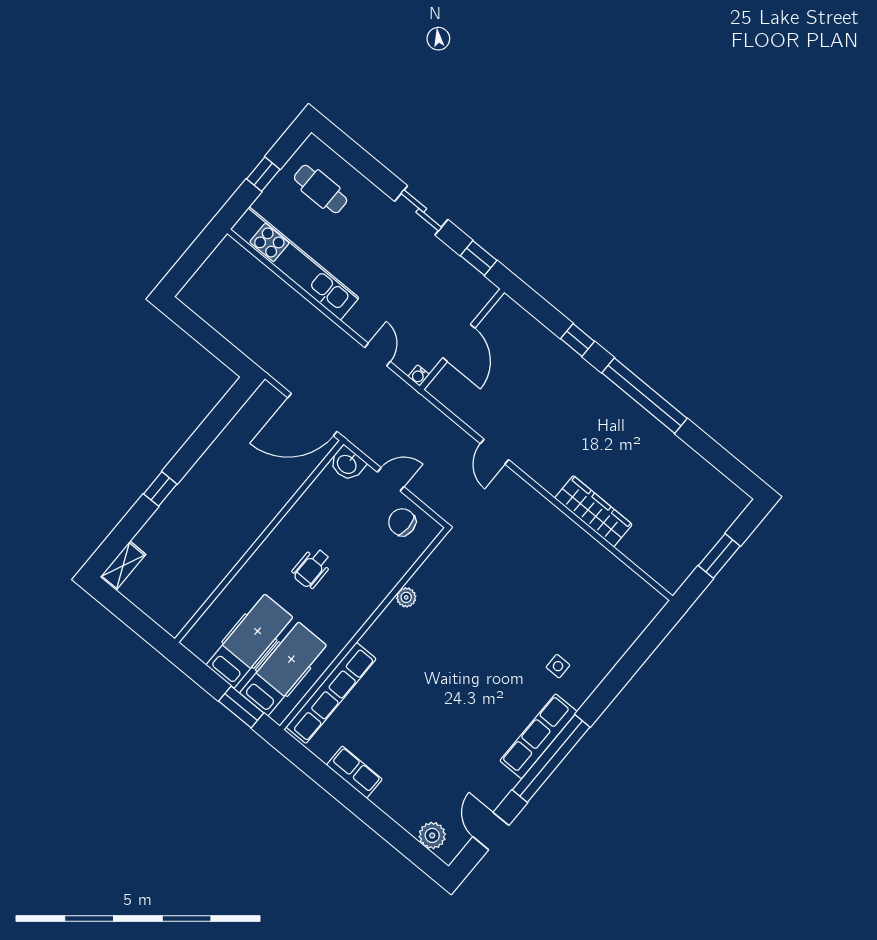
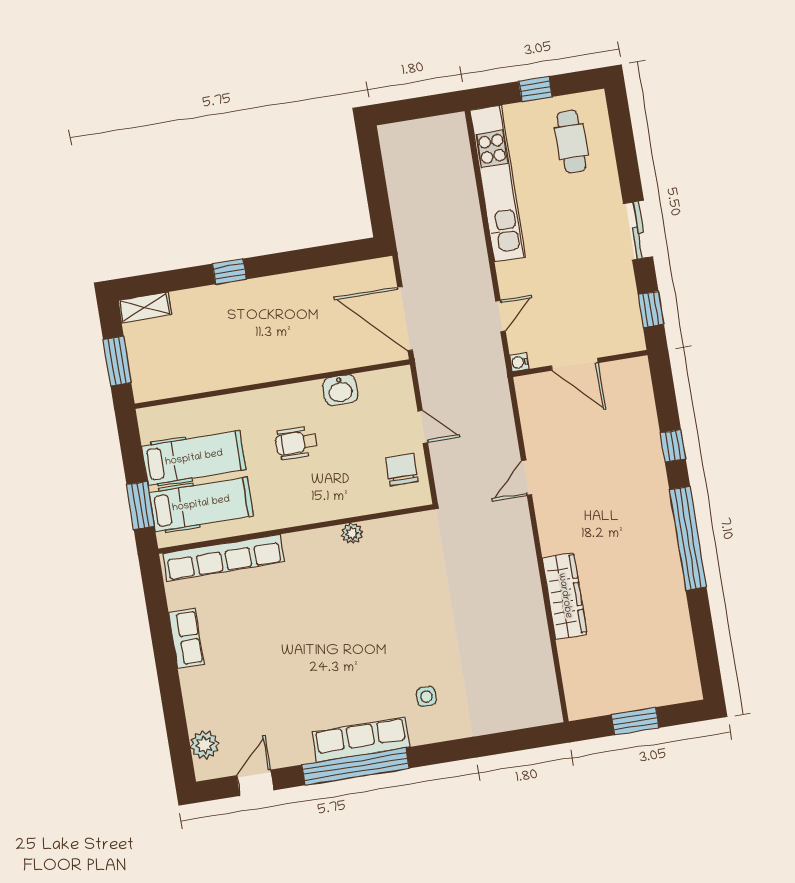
door: (459, 343) -> (575, 364), hinge flipped
washbasin: (347, 464) -> (340, 390), moved, turned -90
window: (137, 620) -> (117, 361), added

